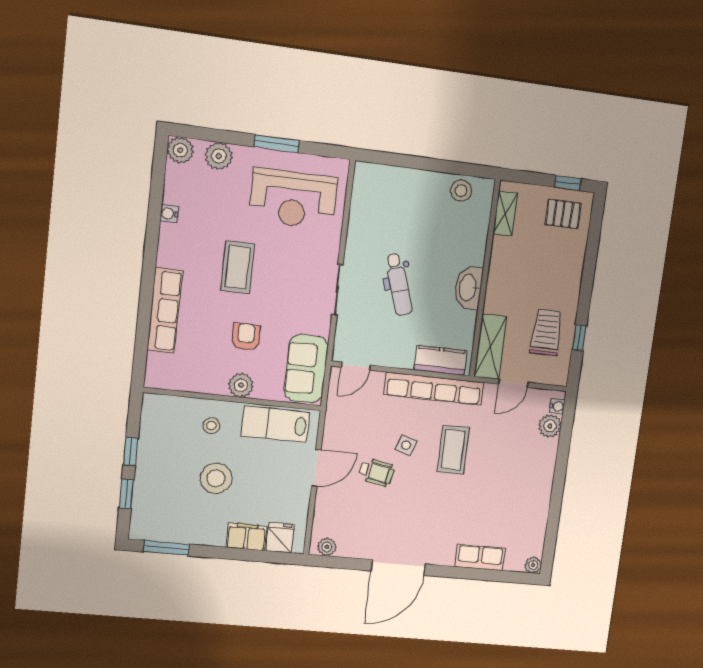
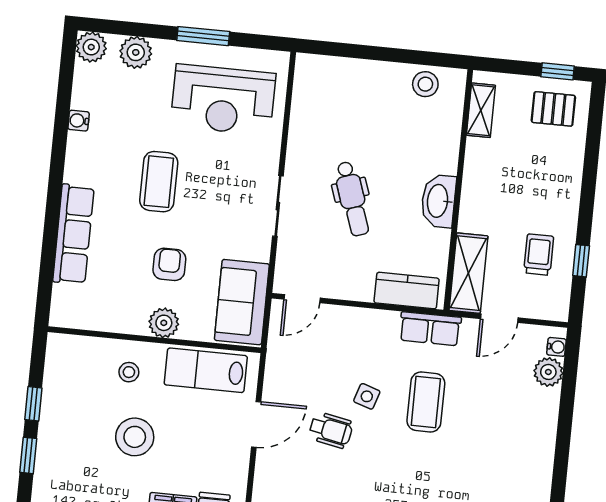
trolley: (546, 332) -> (539, 255), width x0.73, depth x0.72
row of seats: (434, 389) -> (430, 329), width x0.50

